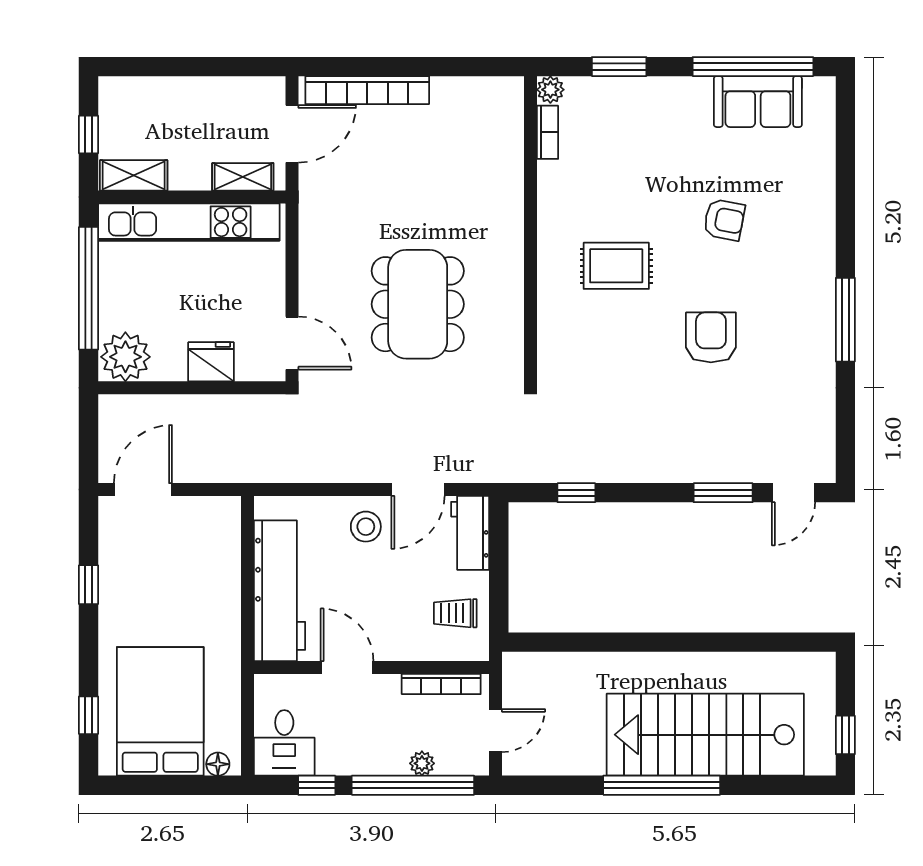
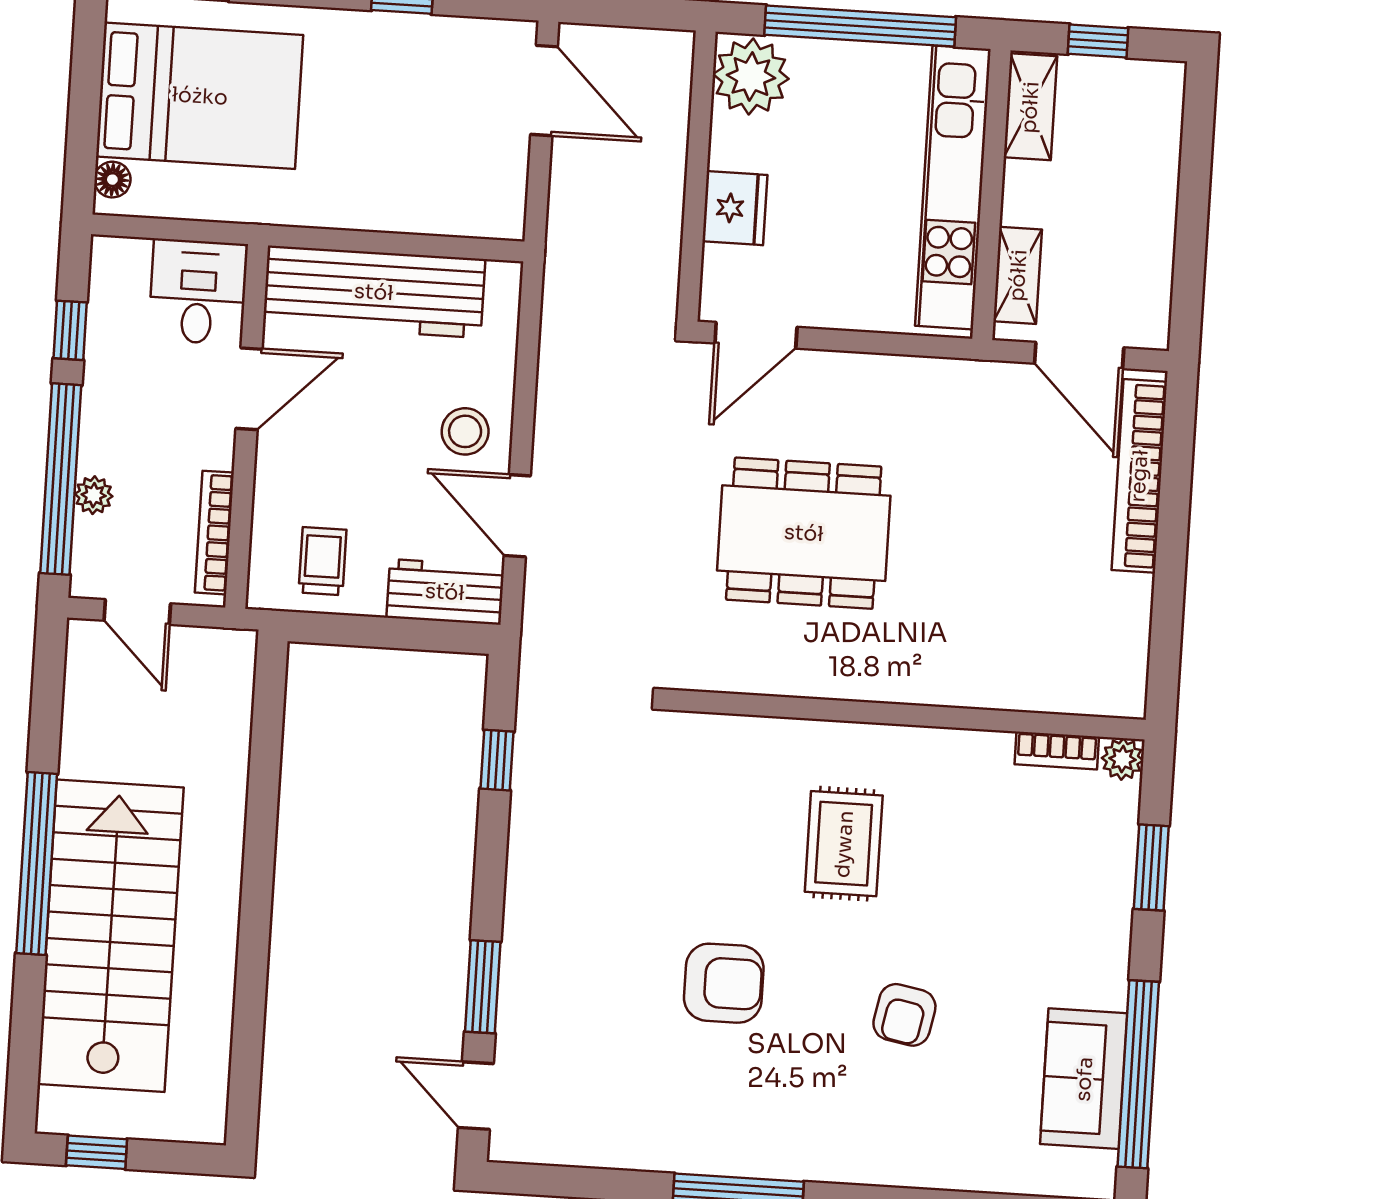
desk: (284, 743) -> (198, 292), moved, turned 90

